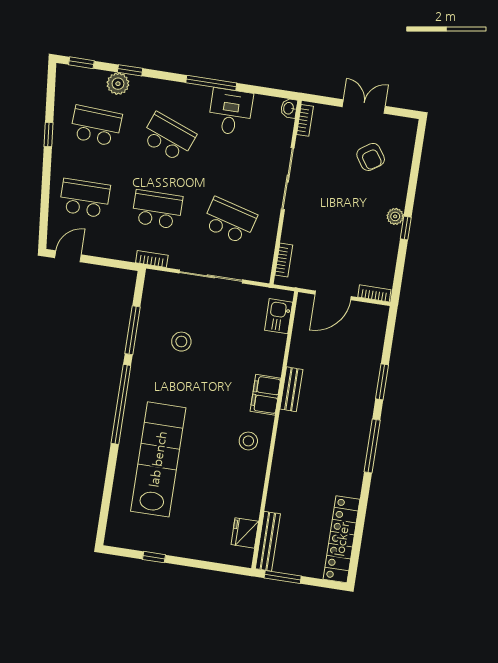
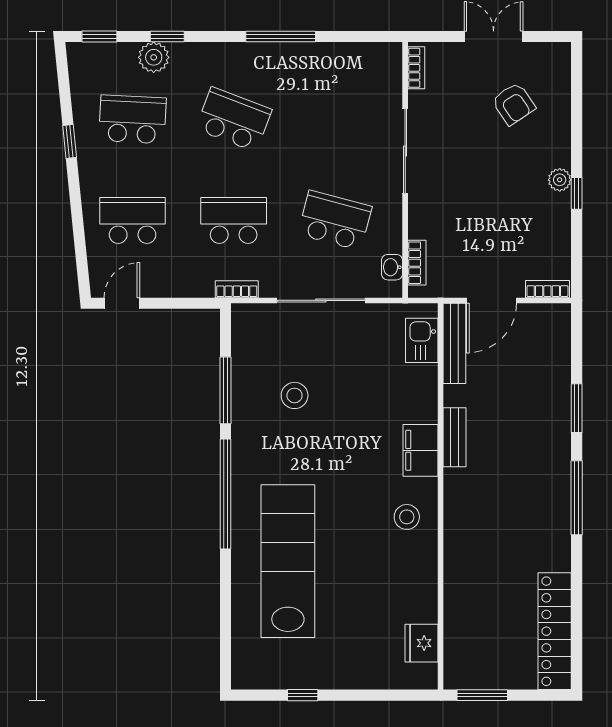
washbasin: (289, 108) -> (392, 267), moved
desk: (230, 112) -> (313, 72), removed
bench: (268, 541) -> (454, 343), moved

